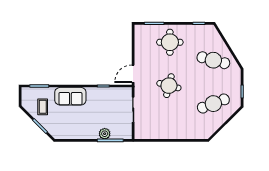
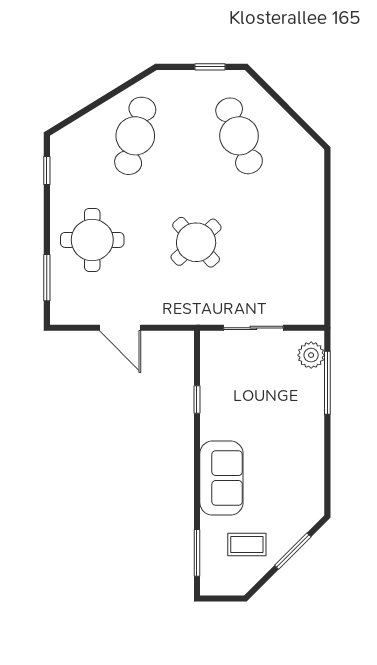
door: (133, 74) -> (120, 328), moved
round table: (169, 86) -> (196, 242), turned 34
plant: (105, 134) -> (311, 355), moved

